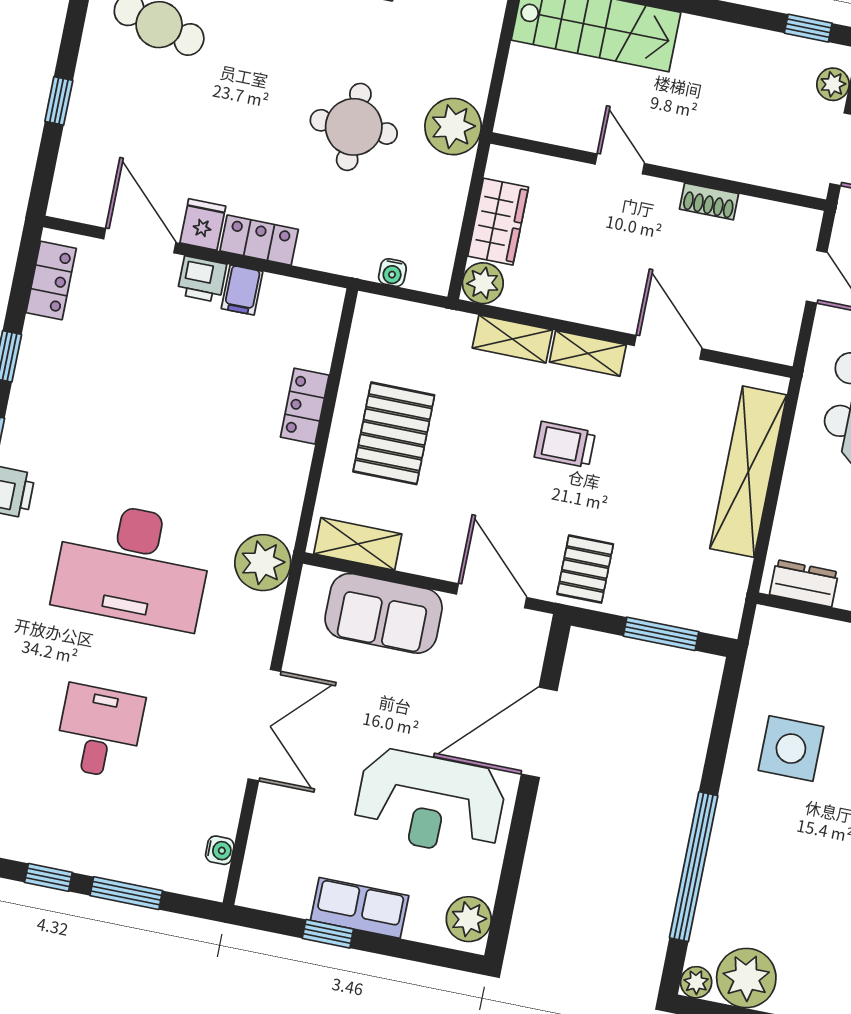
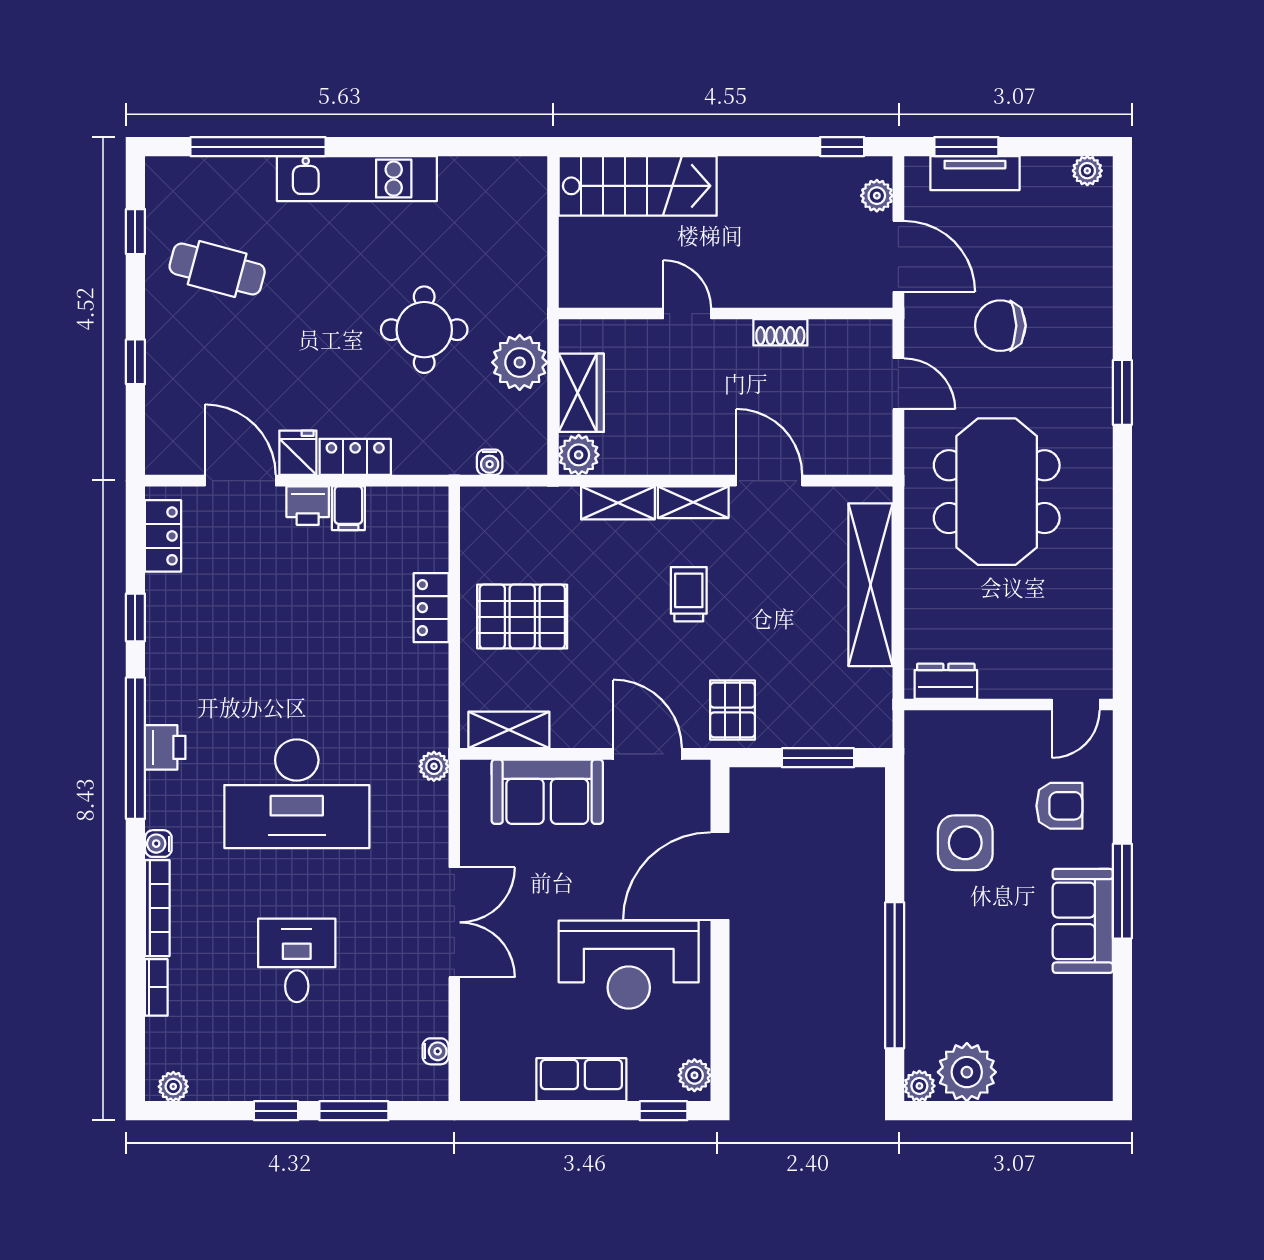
plant: (453, 127) -> (520, 362), moved
pallet: (394, 433) -> (522, 617), turned 90
trolley: (565, 445) -> (689, 594), turned 90
plant: (263, 563) -> (434, 766), width x0.53, depth x0.53
plant: (469, 919) -> (694, 1075), width x0.73, depth x0.73
window: (328, 934) -> (663, 1111), moved

